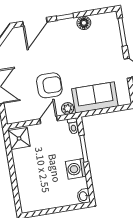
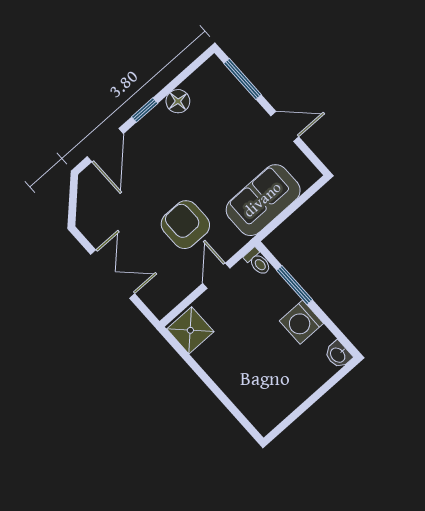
armchair: (49, 85) -> (185, 225), turned -90
plant: (68, 108) -> (233, 241), removed

